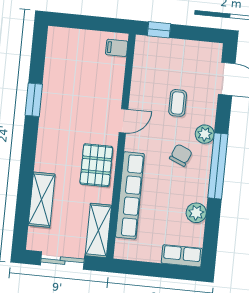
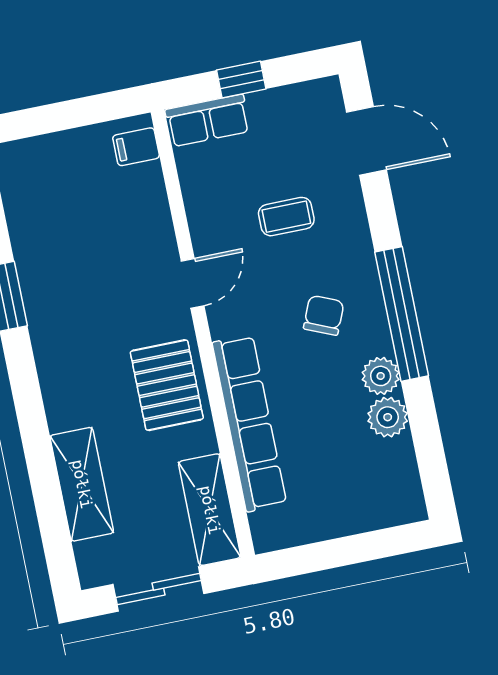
window: (159, 30) -> (241, 80), moved
coffee table: (178, 103) -> (286, 217), turned 90
plant: (205, 134) -> (381, 376), moved
row of seats: (182, 256) -> (208, 120), moved, turned 180

